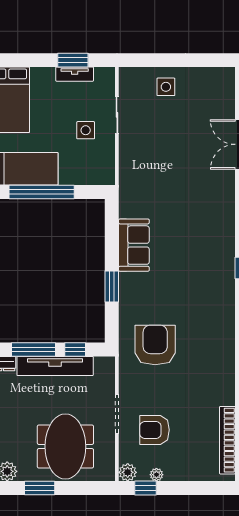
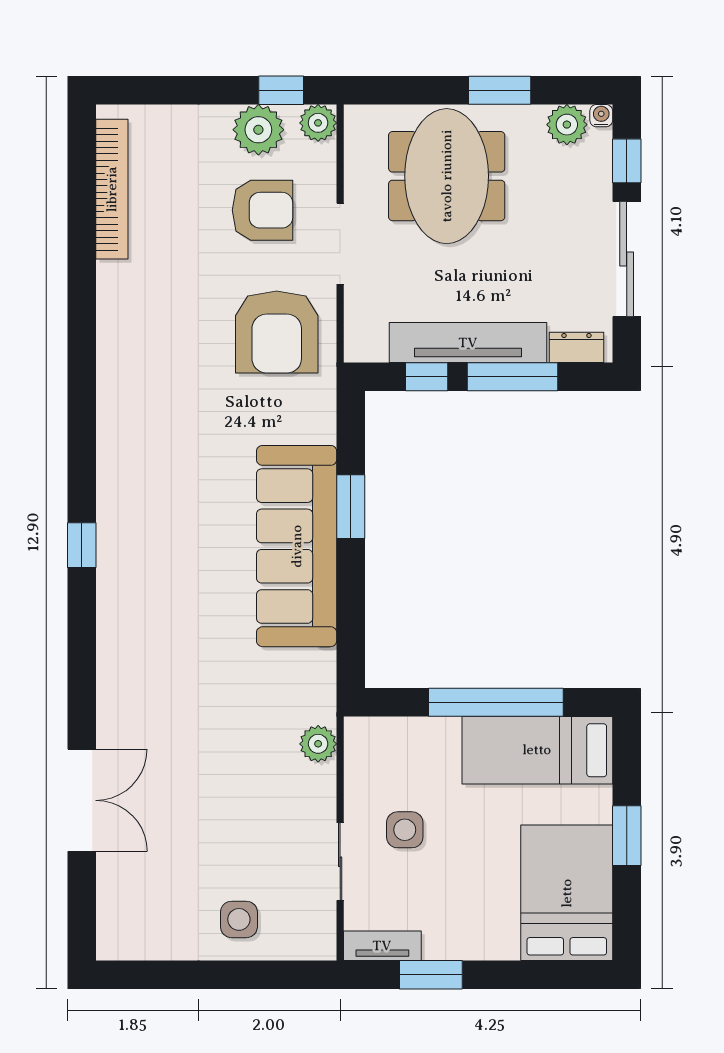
tv unit: (75, 74) -> (382, 946), moved
plant: (128, 172) -> (318, 744), added
sofa: (134, 245) -> (297, 546), width x1.85, depth x1.27
armchair: (155, 345) -> (277, 332), moved
plant: (156, 475) -> (258, 130), width x1.88, depth x1.88

